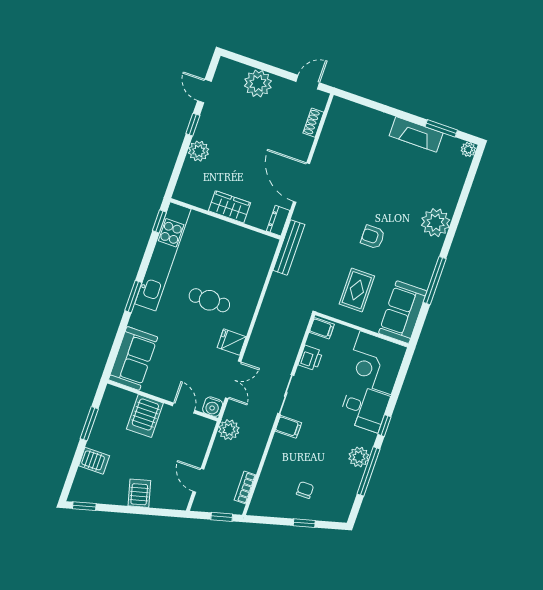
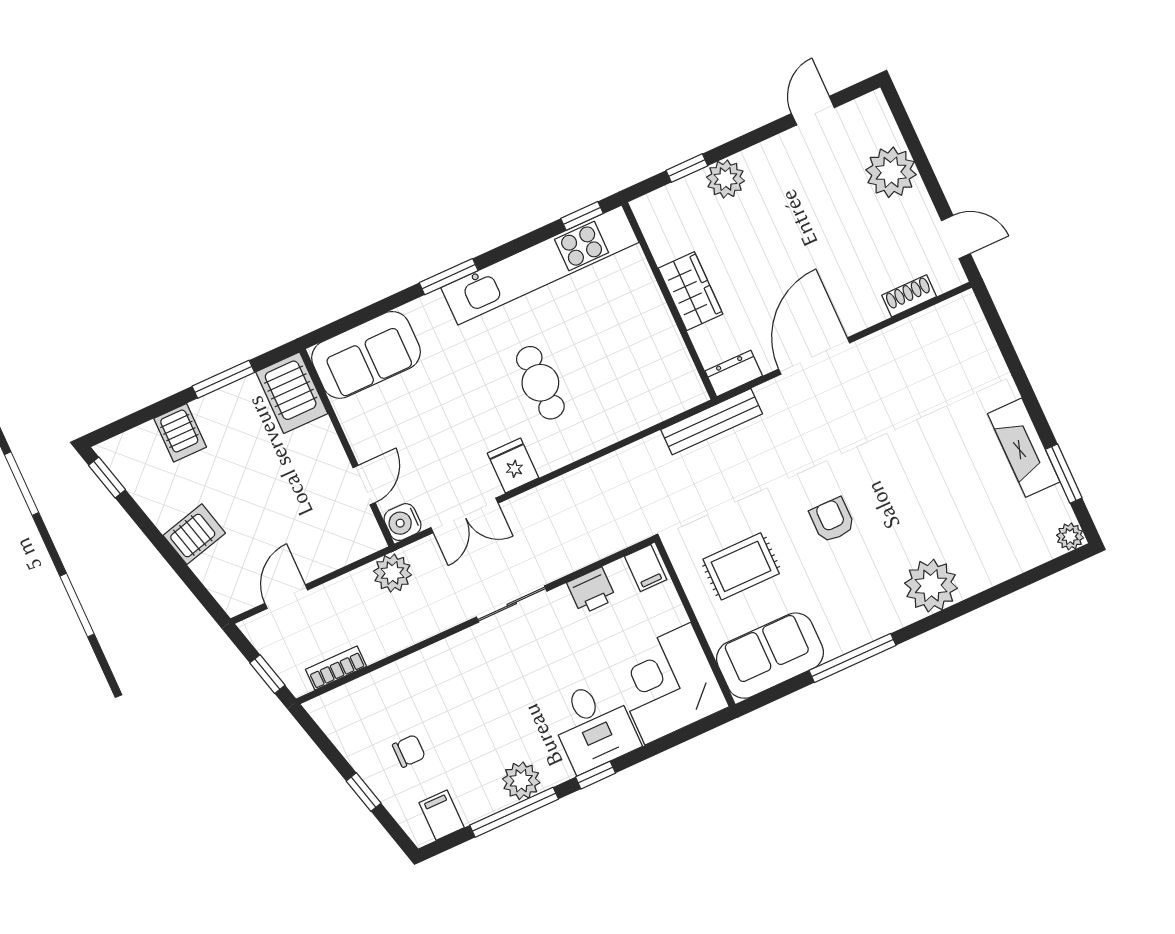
window: (193, 125) -> (687, 168), moved
server rack: (145, 416) -> (292, 393), moved, turned -90
filing cabinet: (288, 427) -> (442, 815), moved, turned 180

